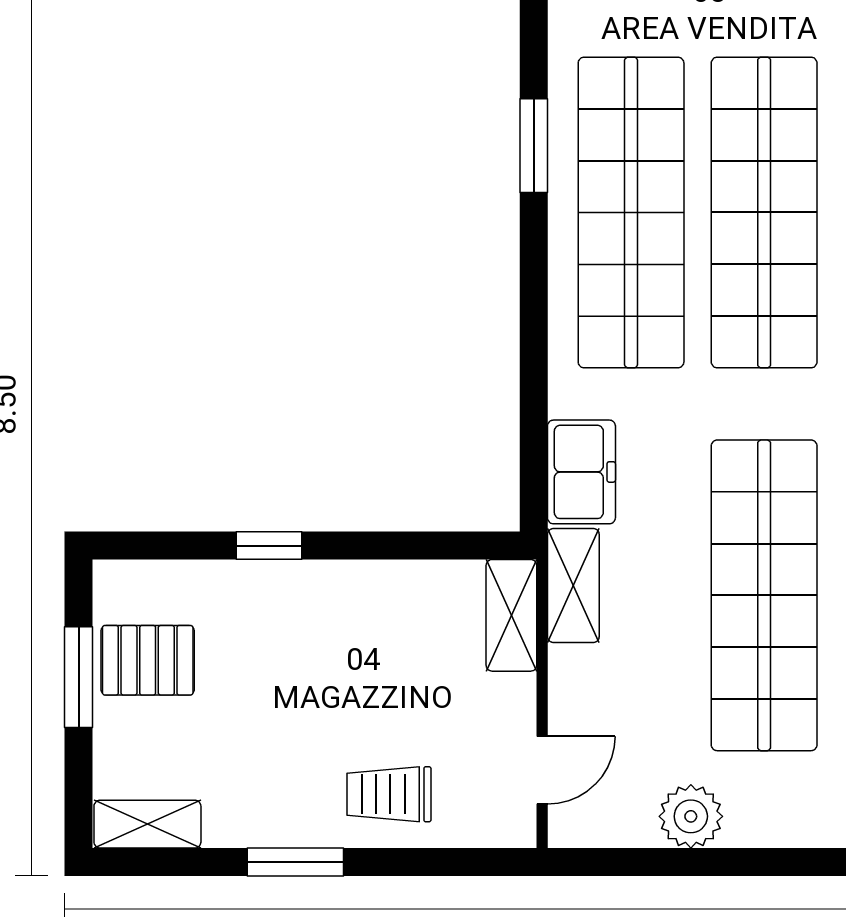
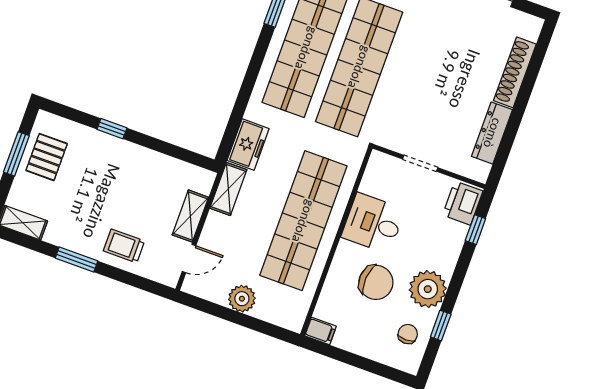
shelving: (511, 615) -> (190, 216), moved
pallet: (148, 660) -> (47, 157), turned 90

